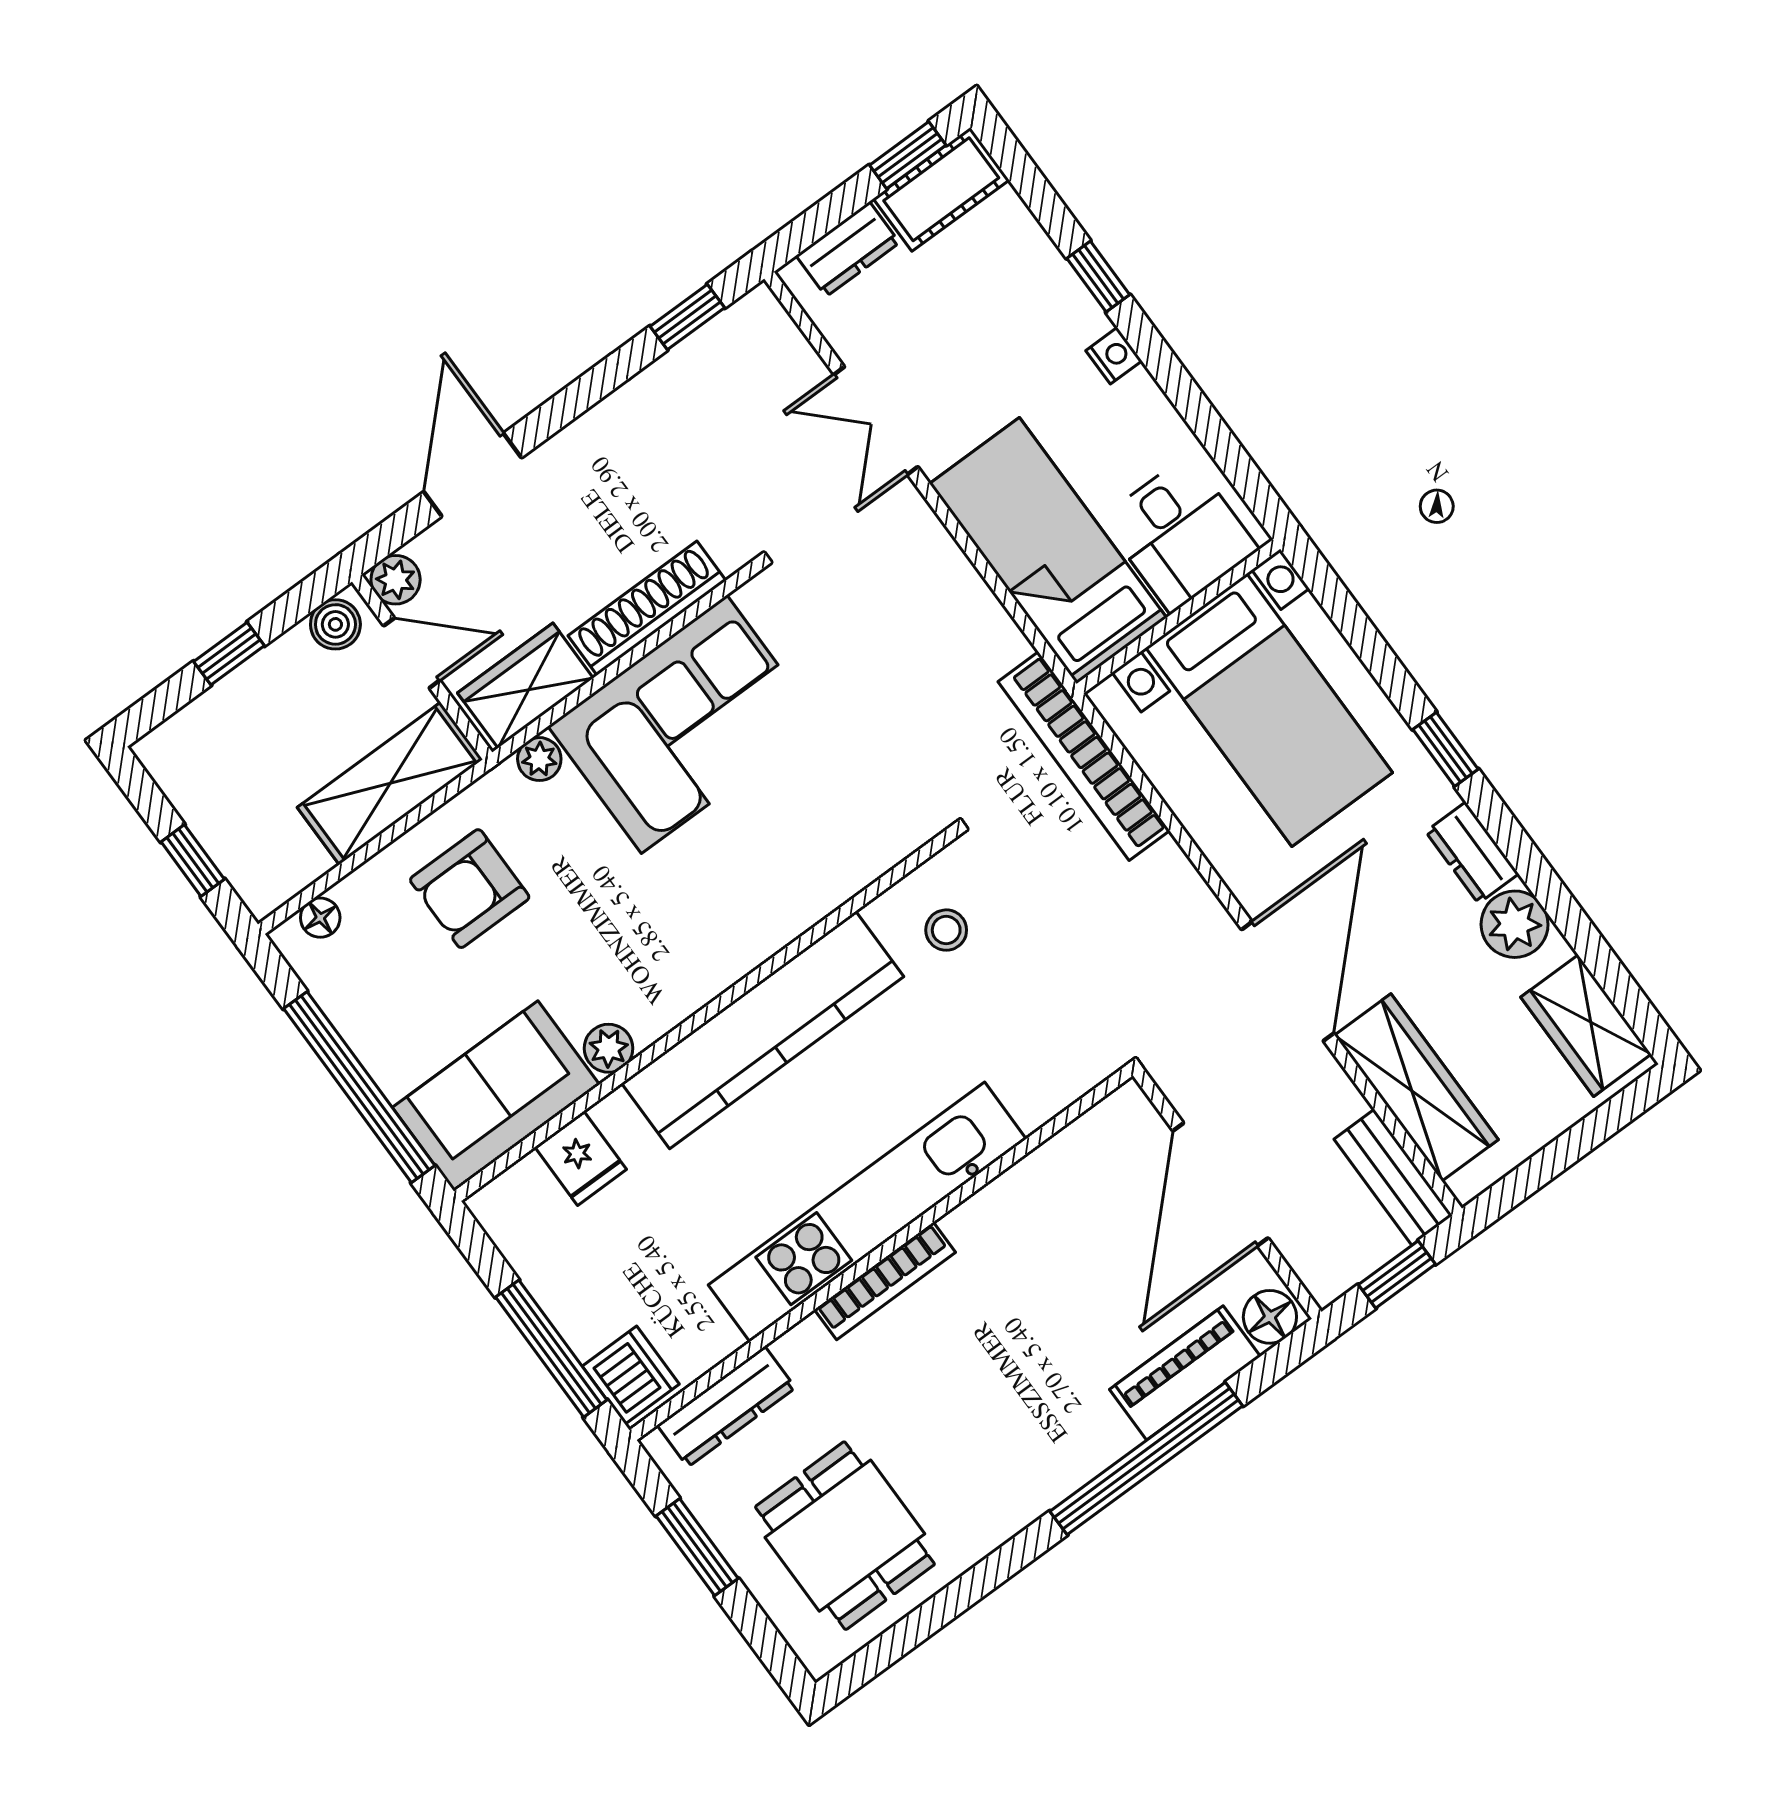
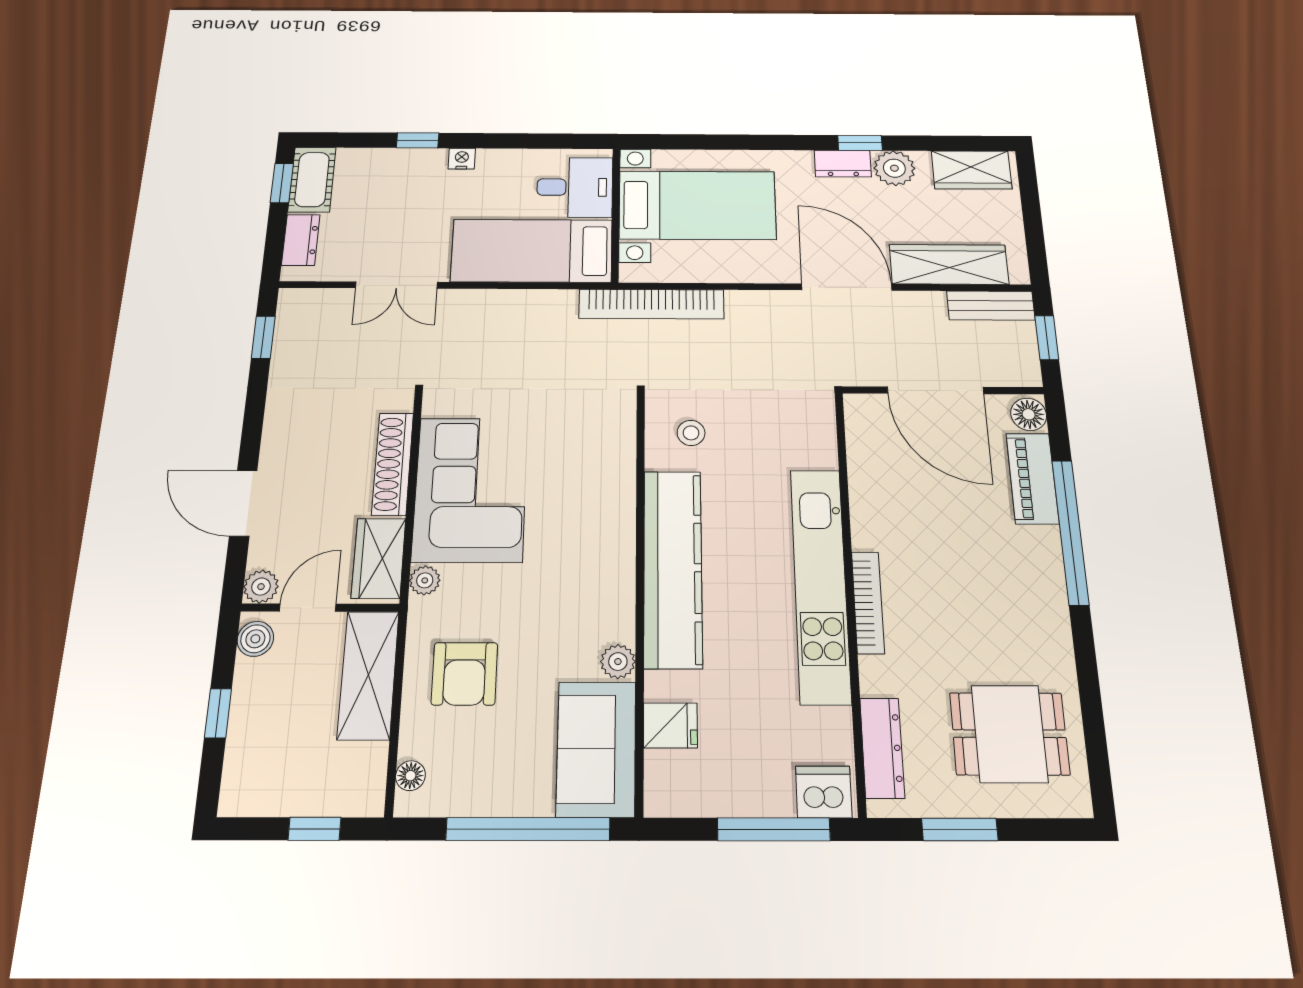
window: (1446, 749) -> (860, 143), moved

